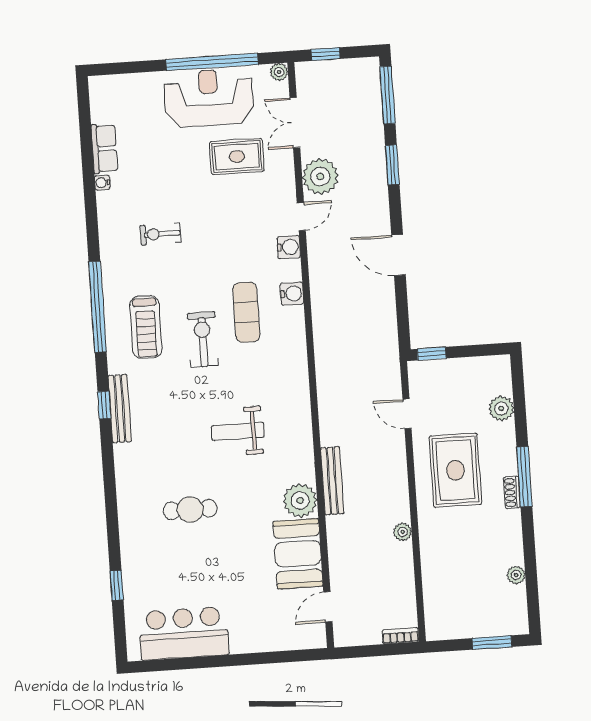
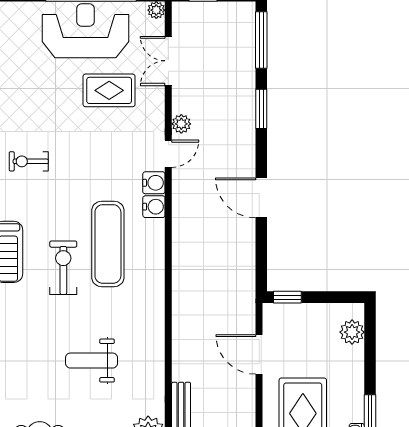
plant: (320, 176) -> (181, 124), width x0.53, depth x0.53
water cooler: (292, 293) -> (154, 207), moved
exercise mat: (246, 312) -> (108, 244), width x1.36, depth x1.45
plant: (501, 408) -> (352, 332), moved
door: (407, 414) -> (259, 354), width x1.38

